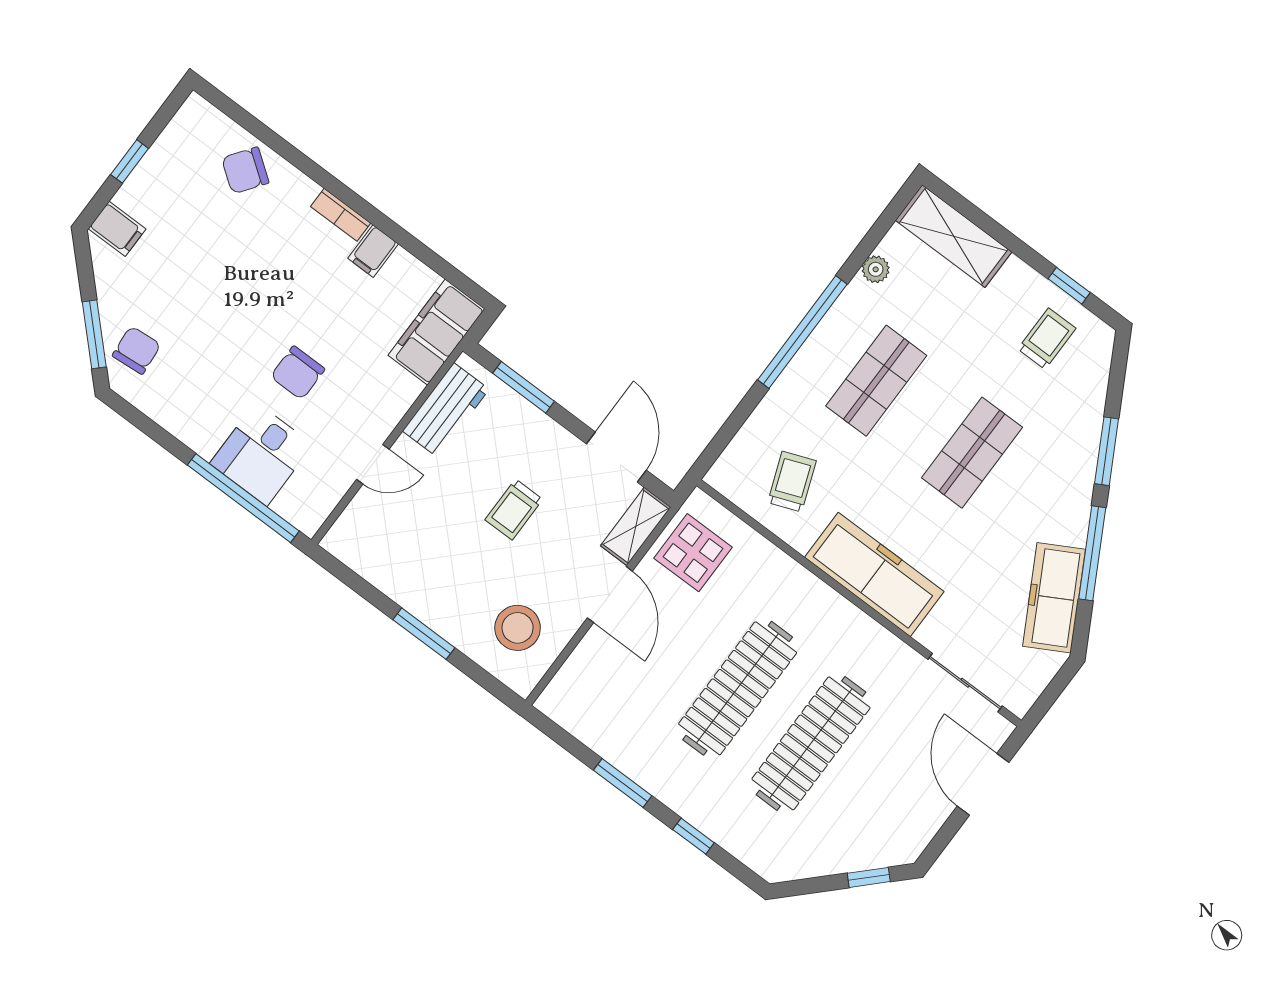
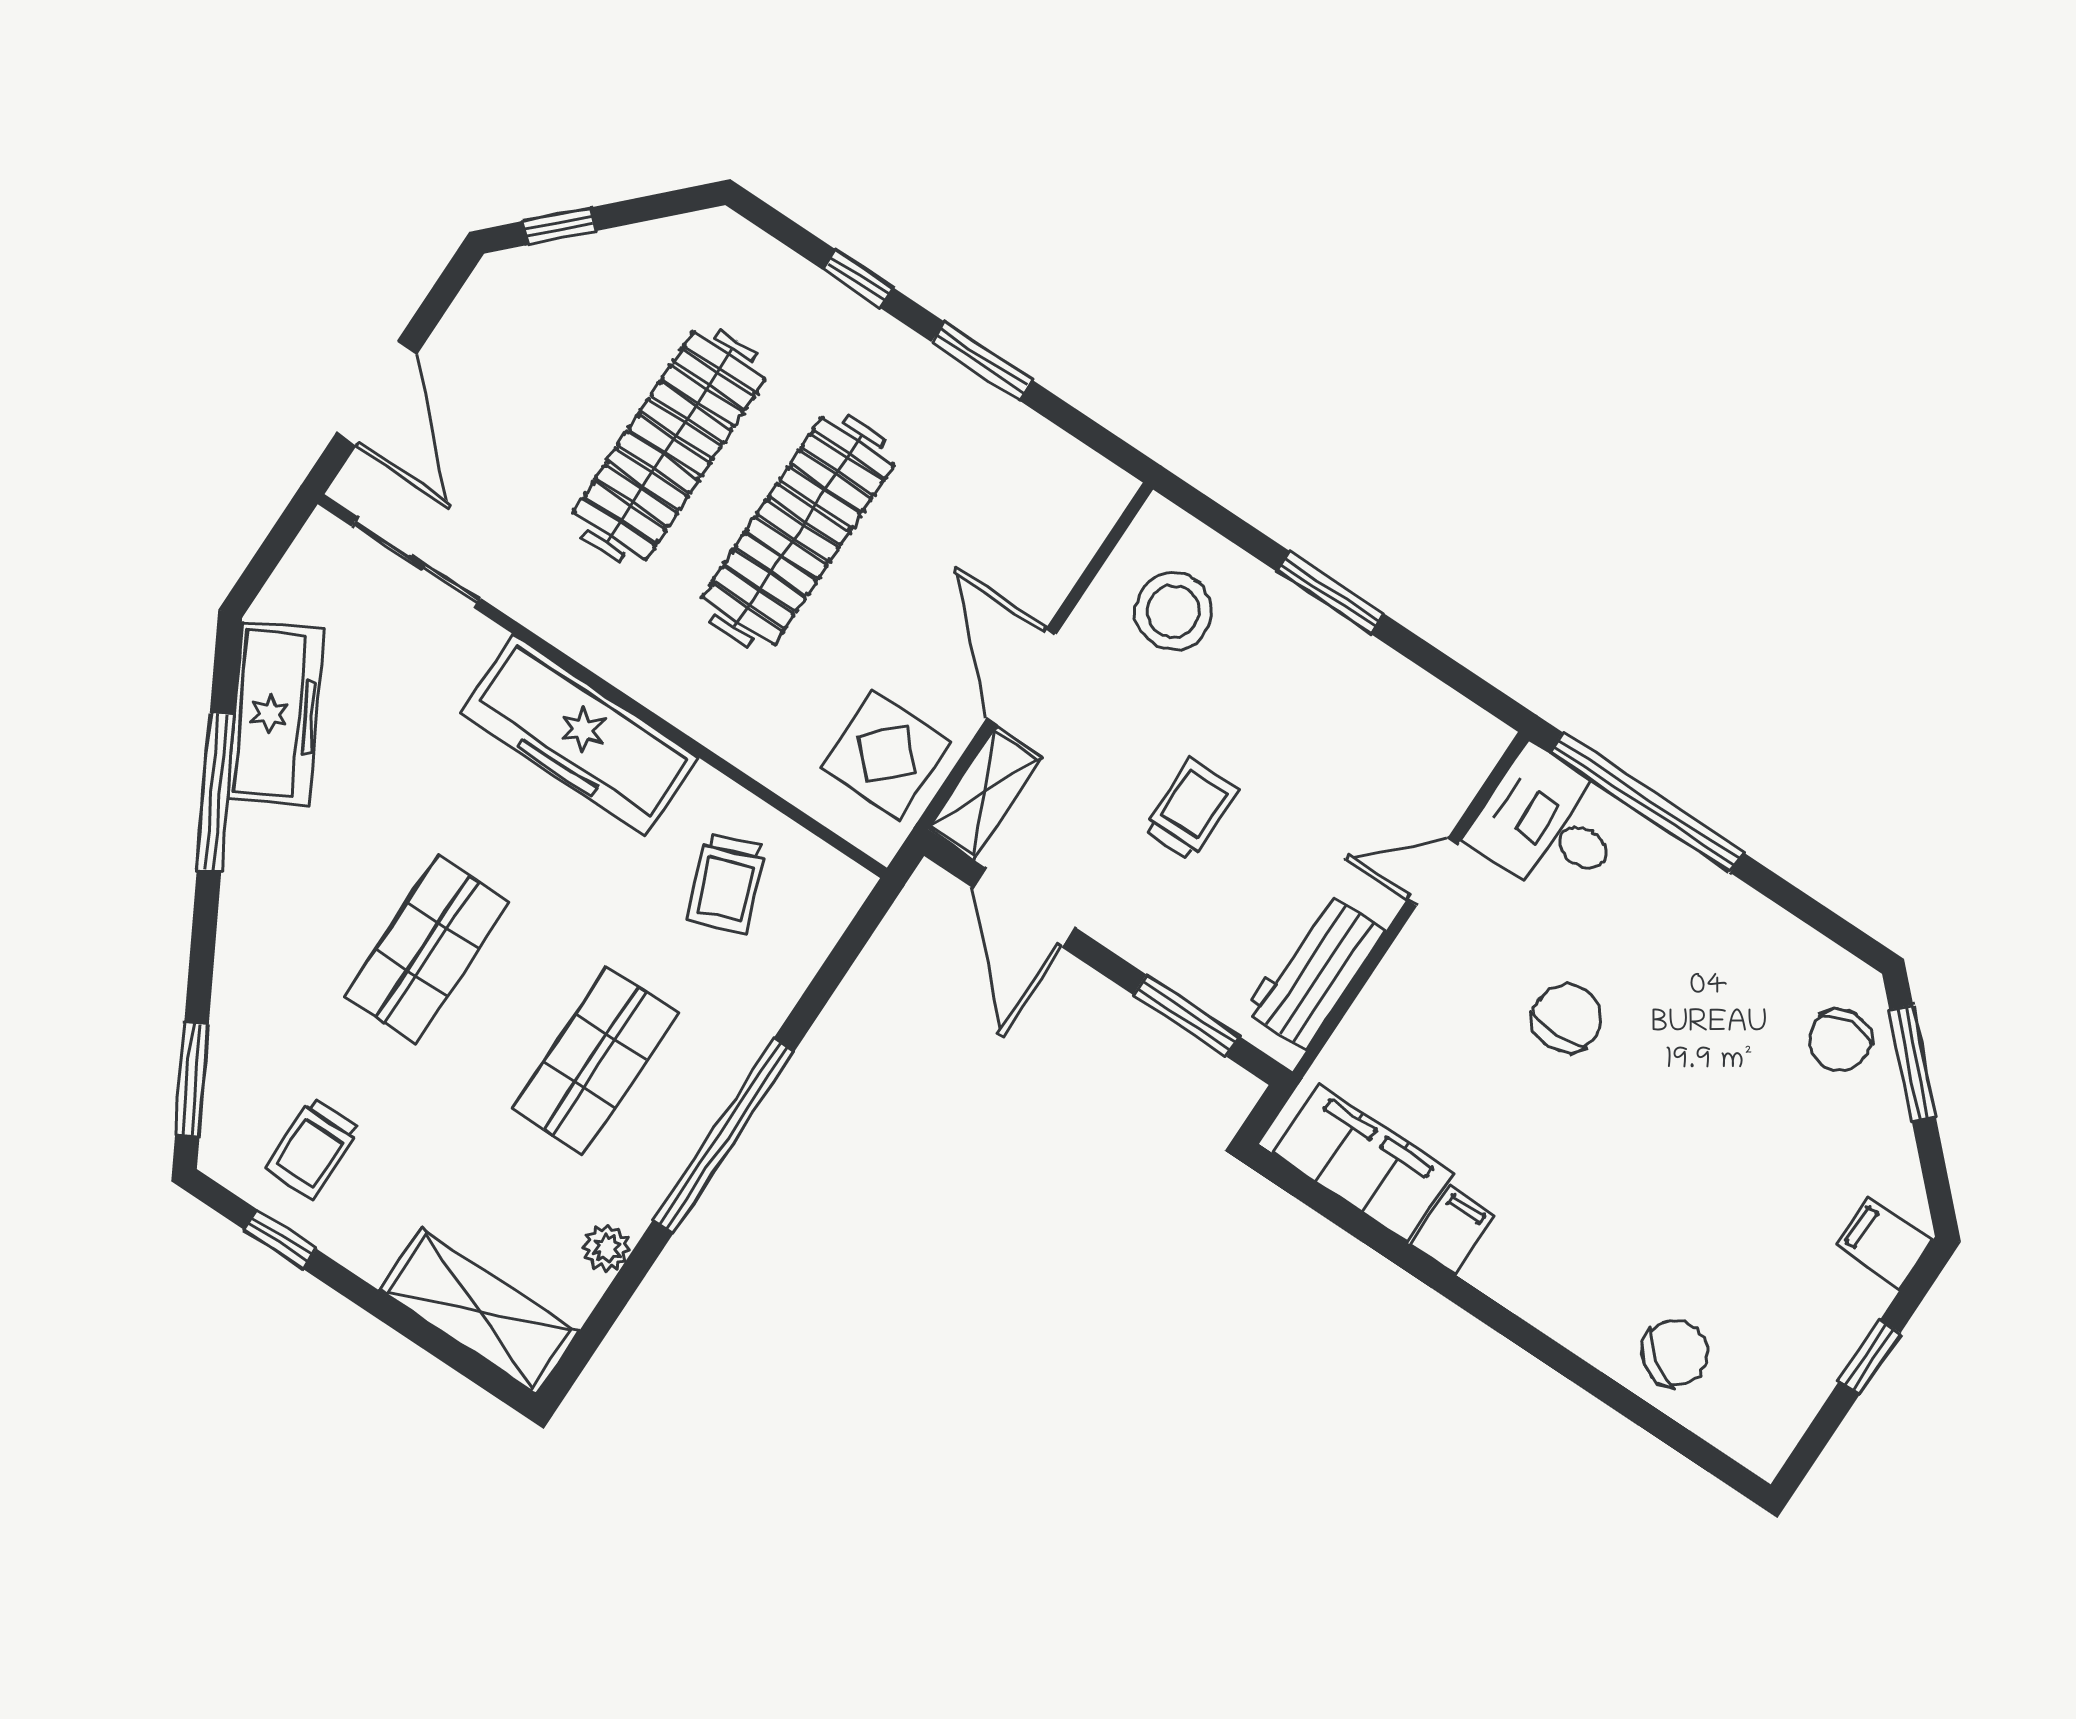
bookcase: (341, 215) -> (1510, 1288), removed
filing cabinet: (436, 332) -> (1362, 1163), moved, turned -90
window: (1107, 451) -> (192, 1080), moved
desk: (261, 454) -> (1549, 825), moved, turned -90

